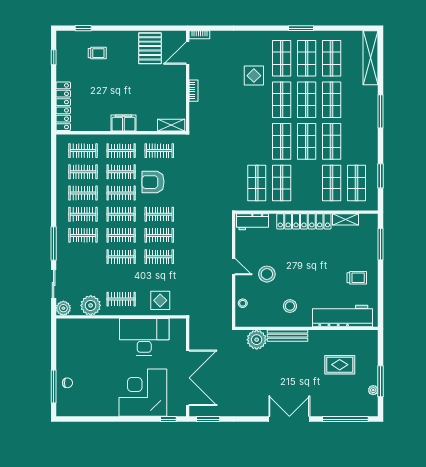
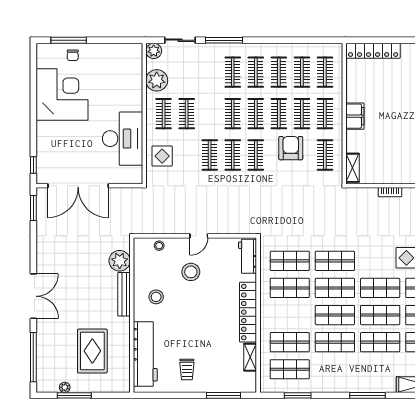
shop shelf: (257, 141) -> (335, 261), added
clothes rail: (121, 257) -> (187, 114), moved
rug: (340, 365) -> (92, 351), width x1.36, depth x1.43
corner desk: (143, 393) -> (62, 94), moved

